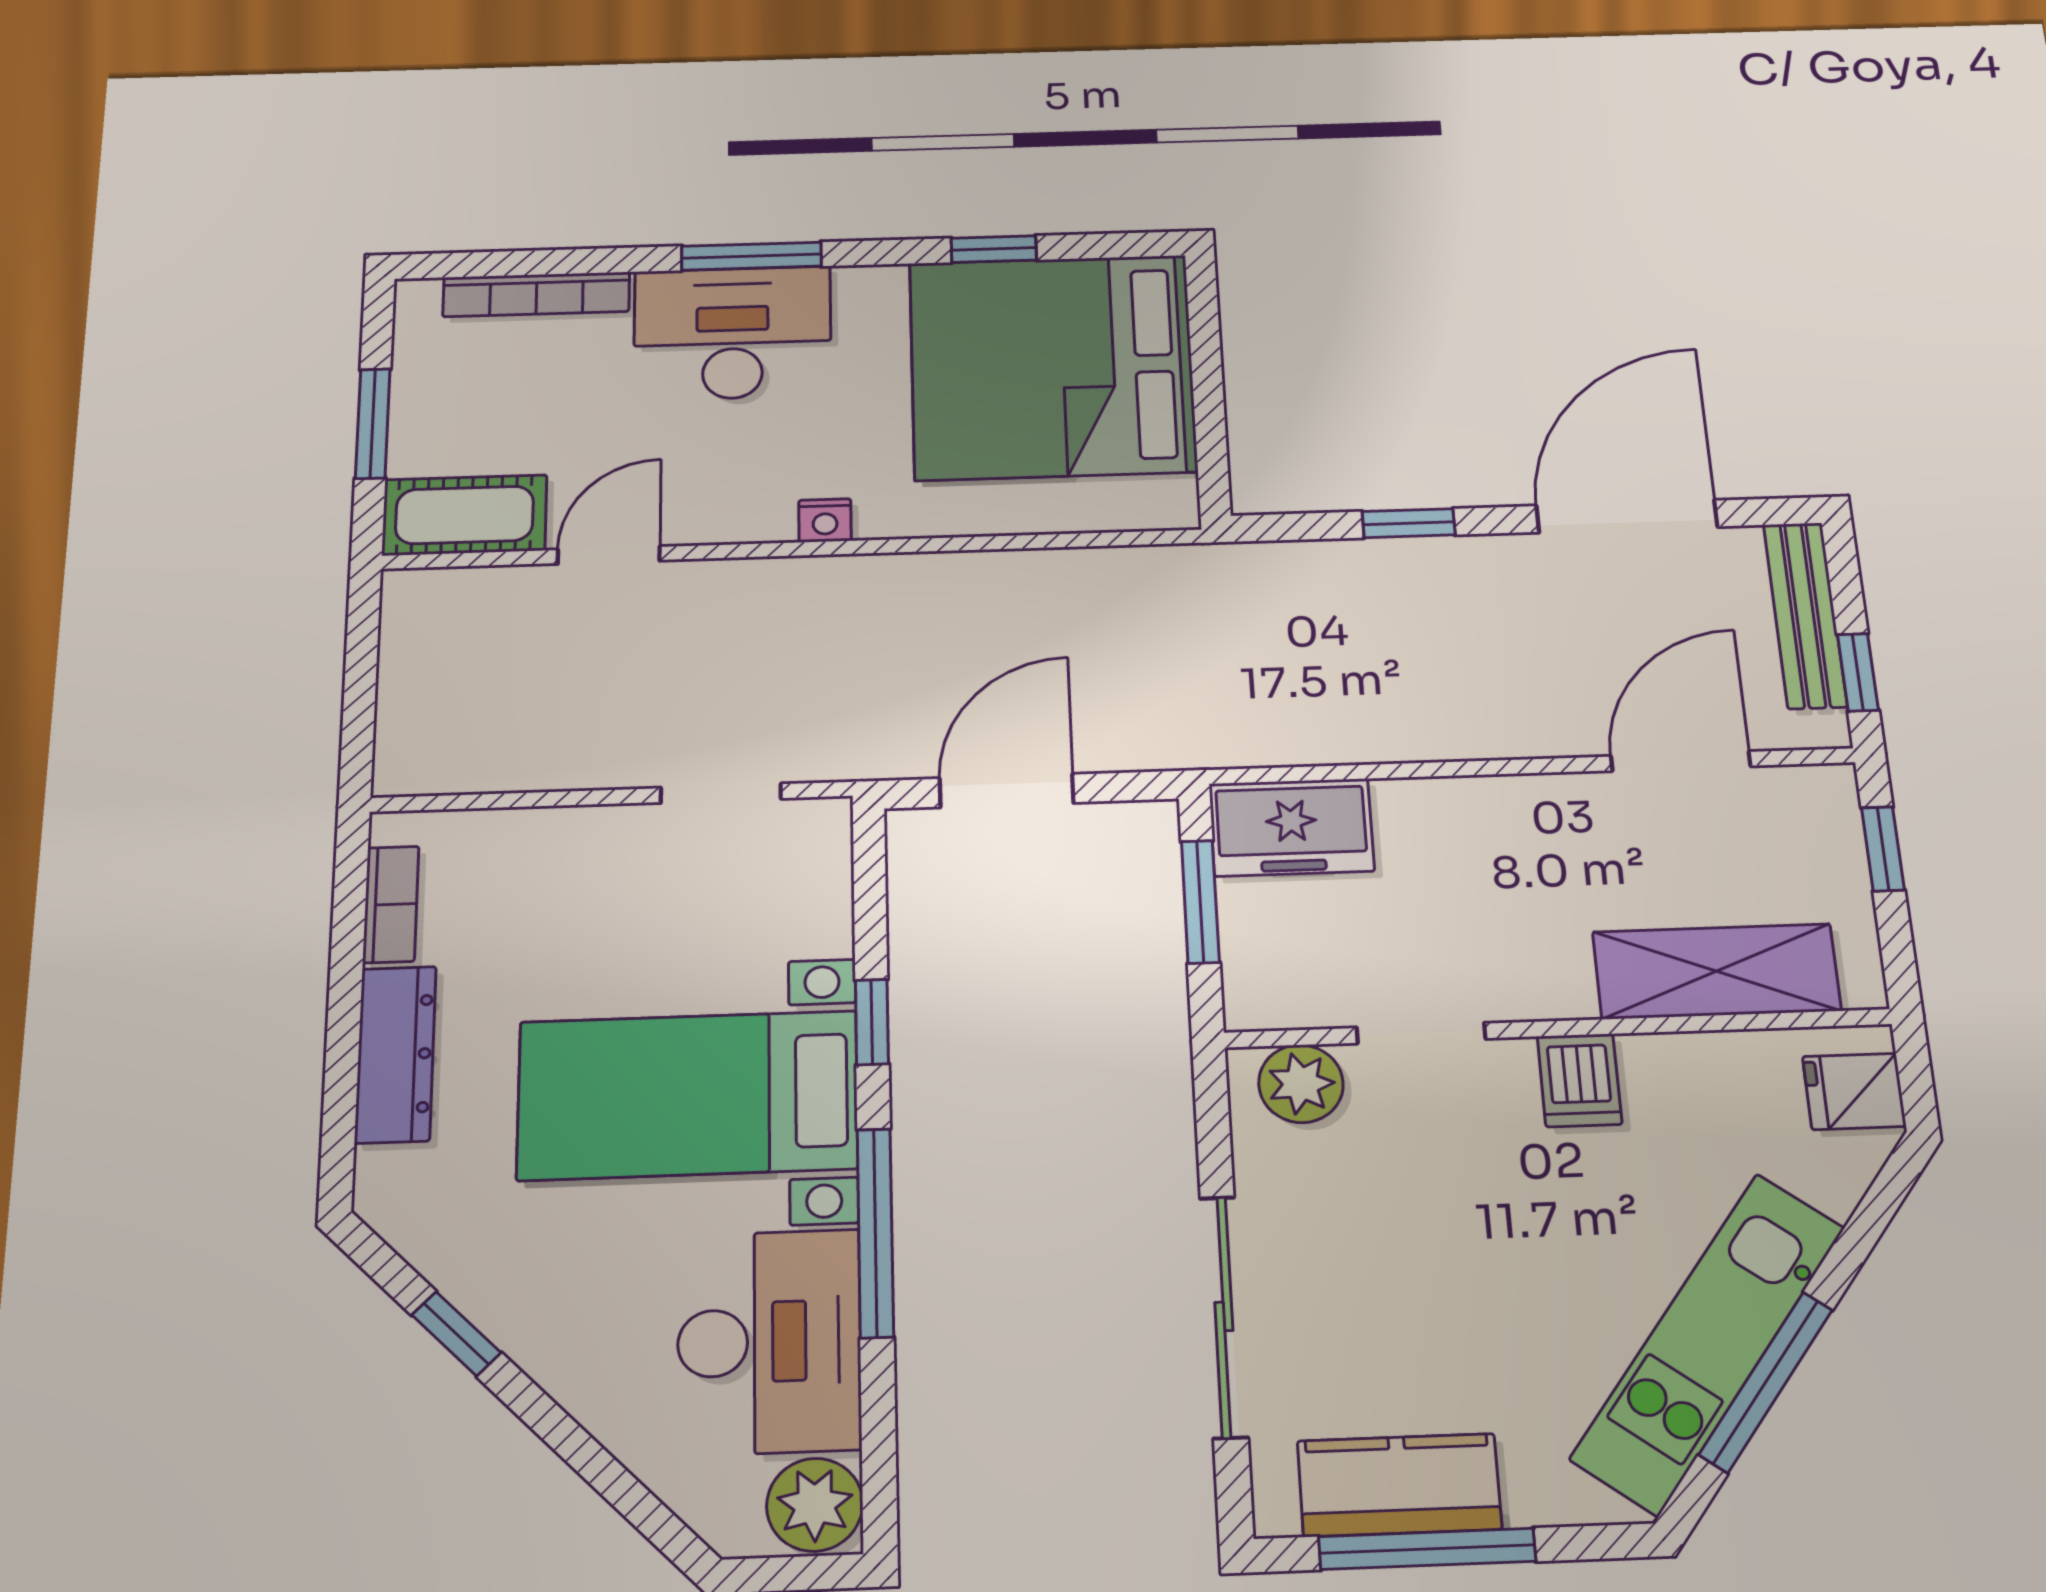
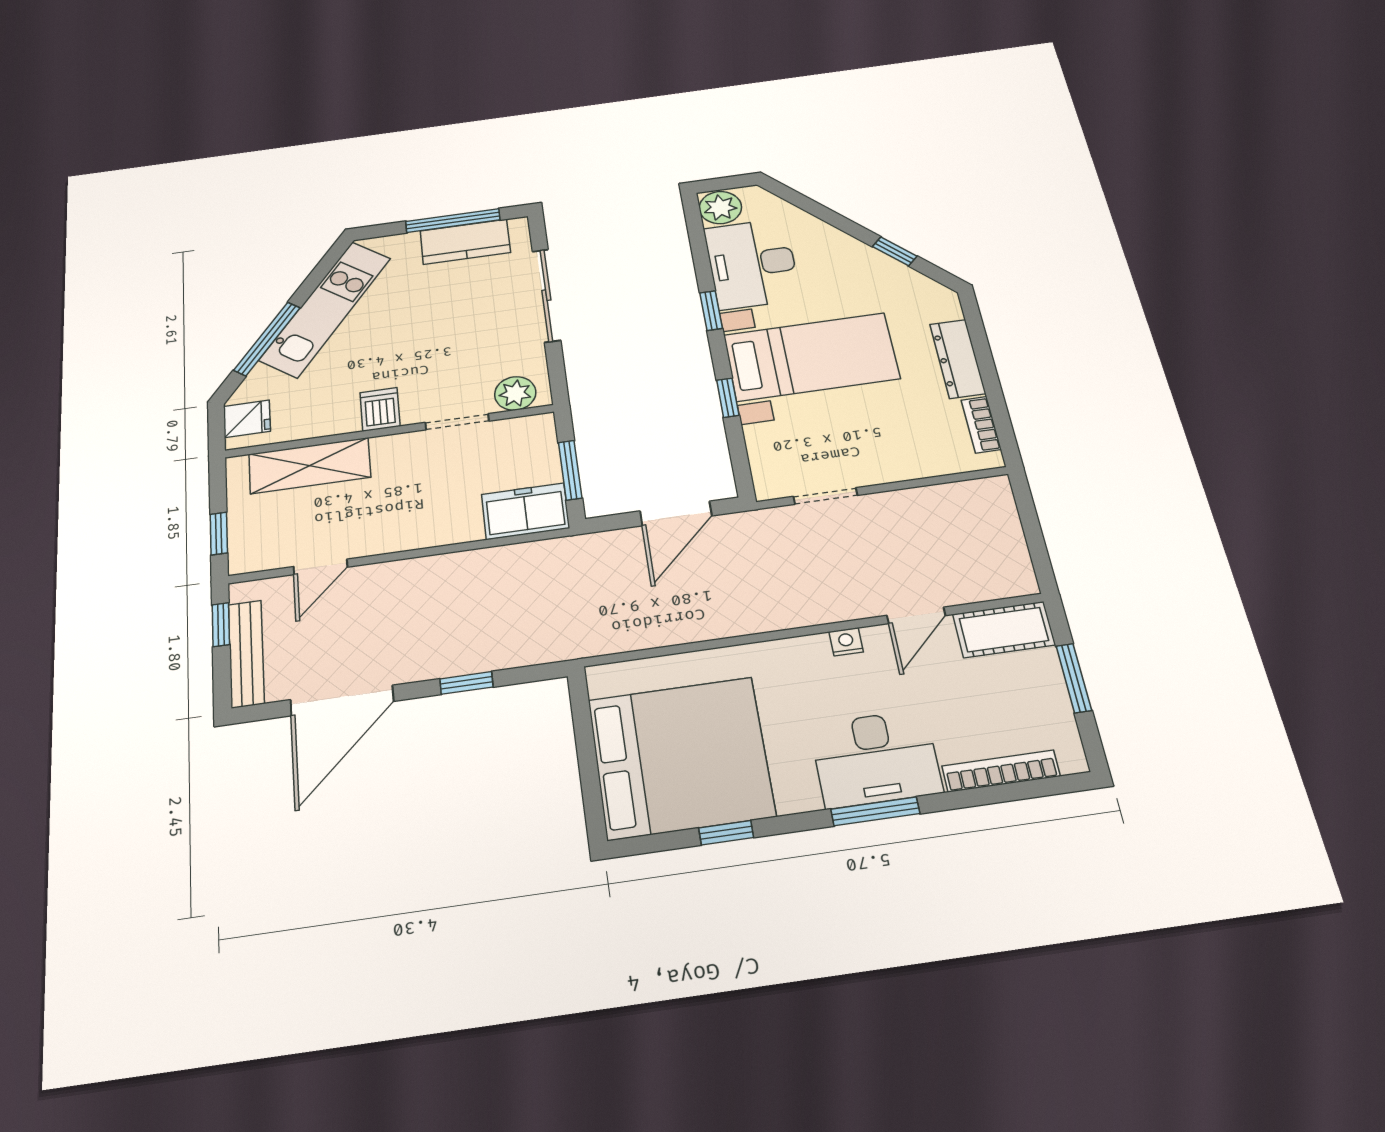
nightstand: (825, 520) -> (846, 642), moved
door: (1681, 761) -> (321, 567), width x0.73
window: (875, 1232) -> (711, 311), width x0.46
window: (1766, 1382) -> (267, 339), moved

